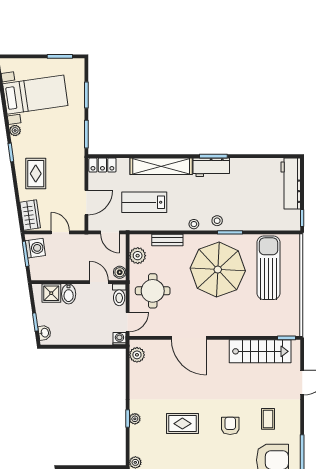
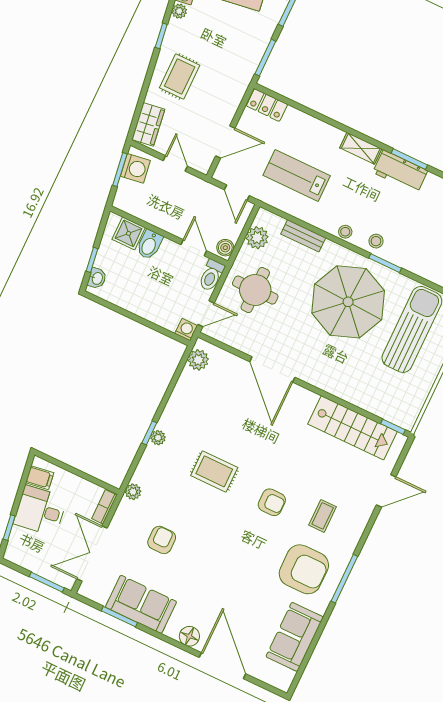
shelving: (161, 166) -> (361, 148), width x0.45, depth x0.75
armchair: (230, 426) -> (272, 502), turned 90

